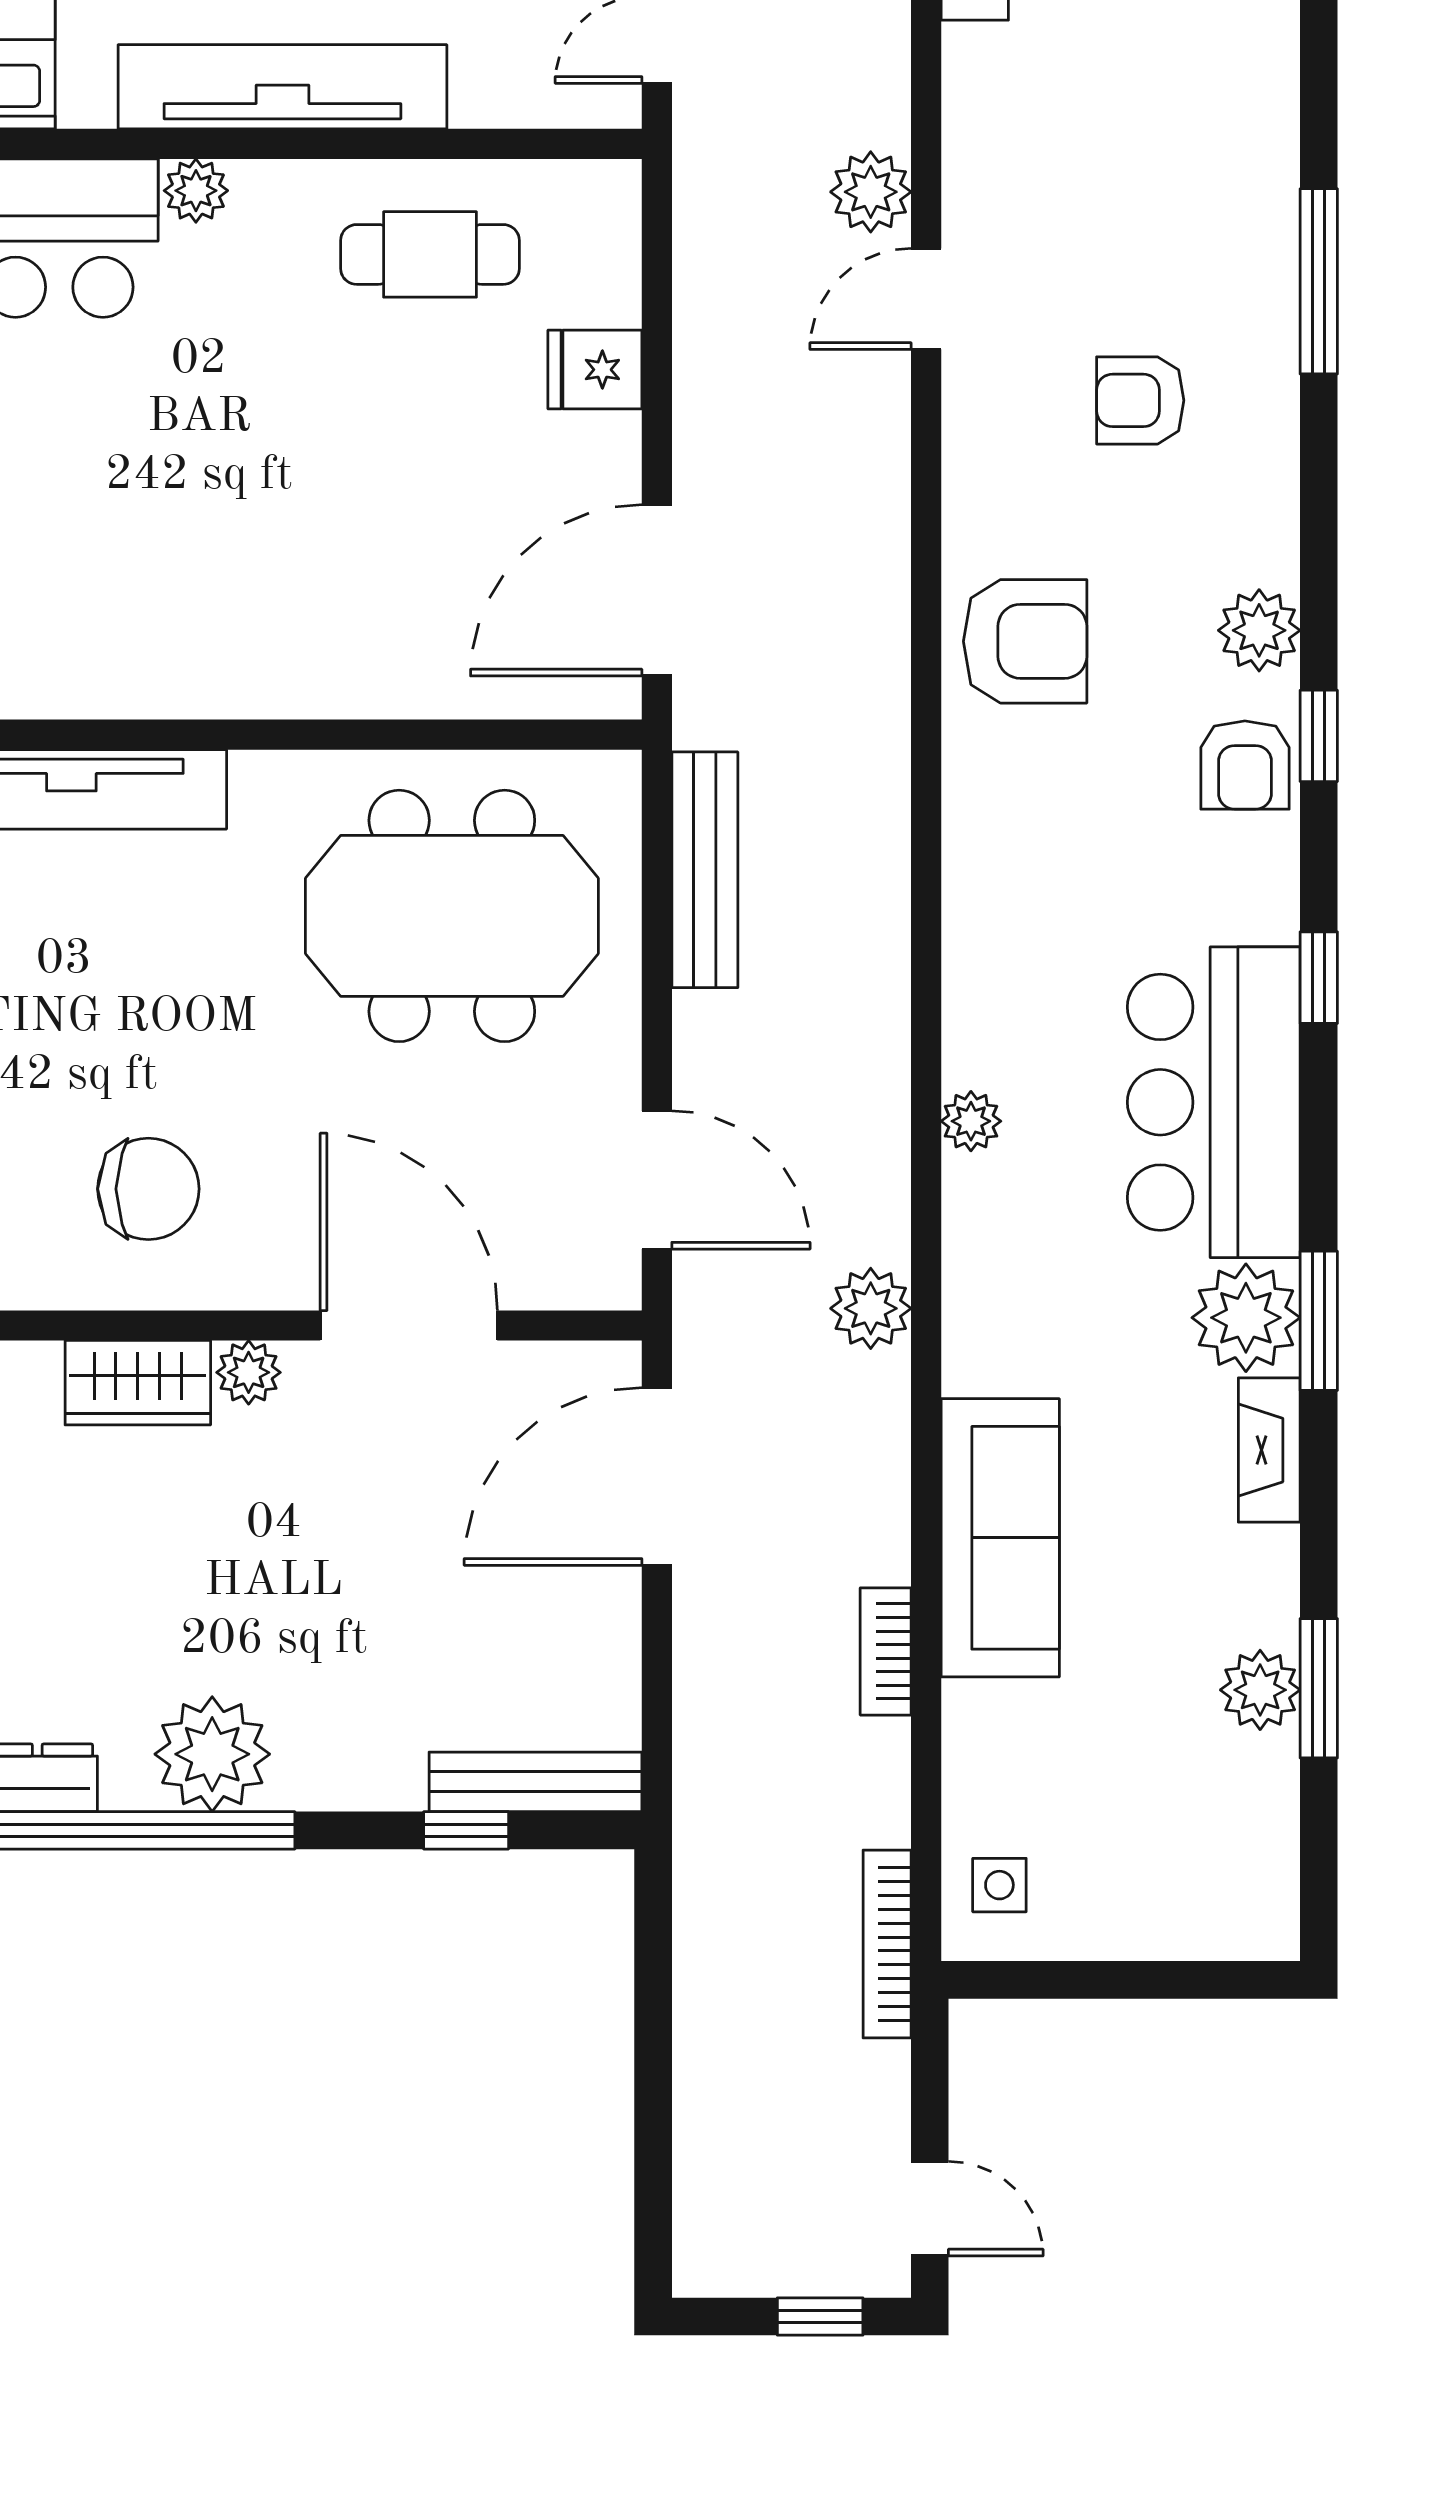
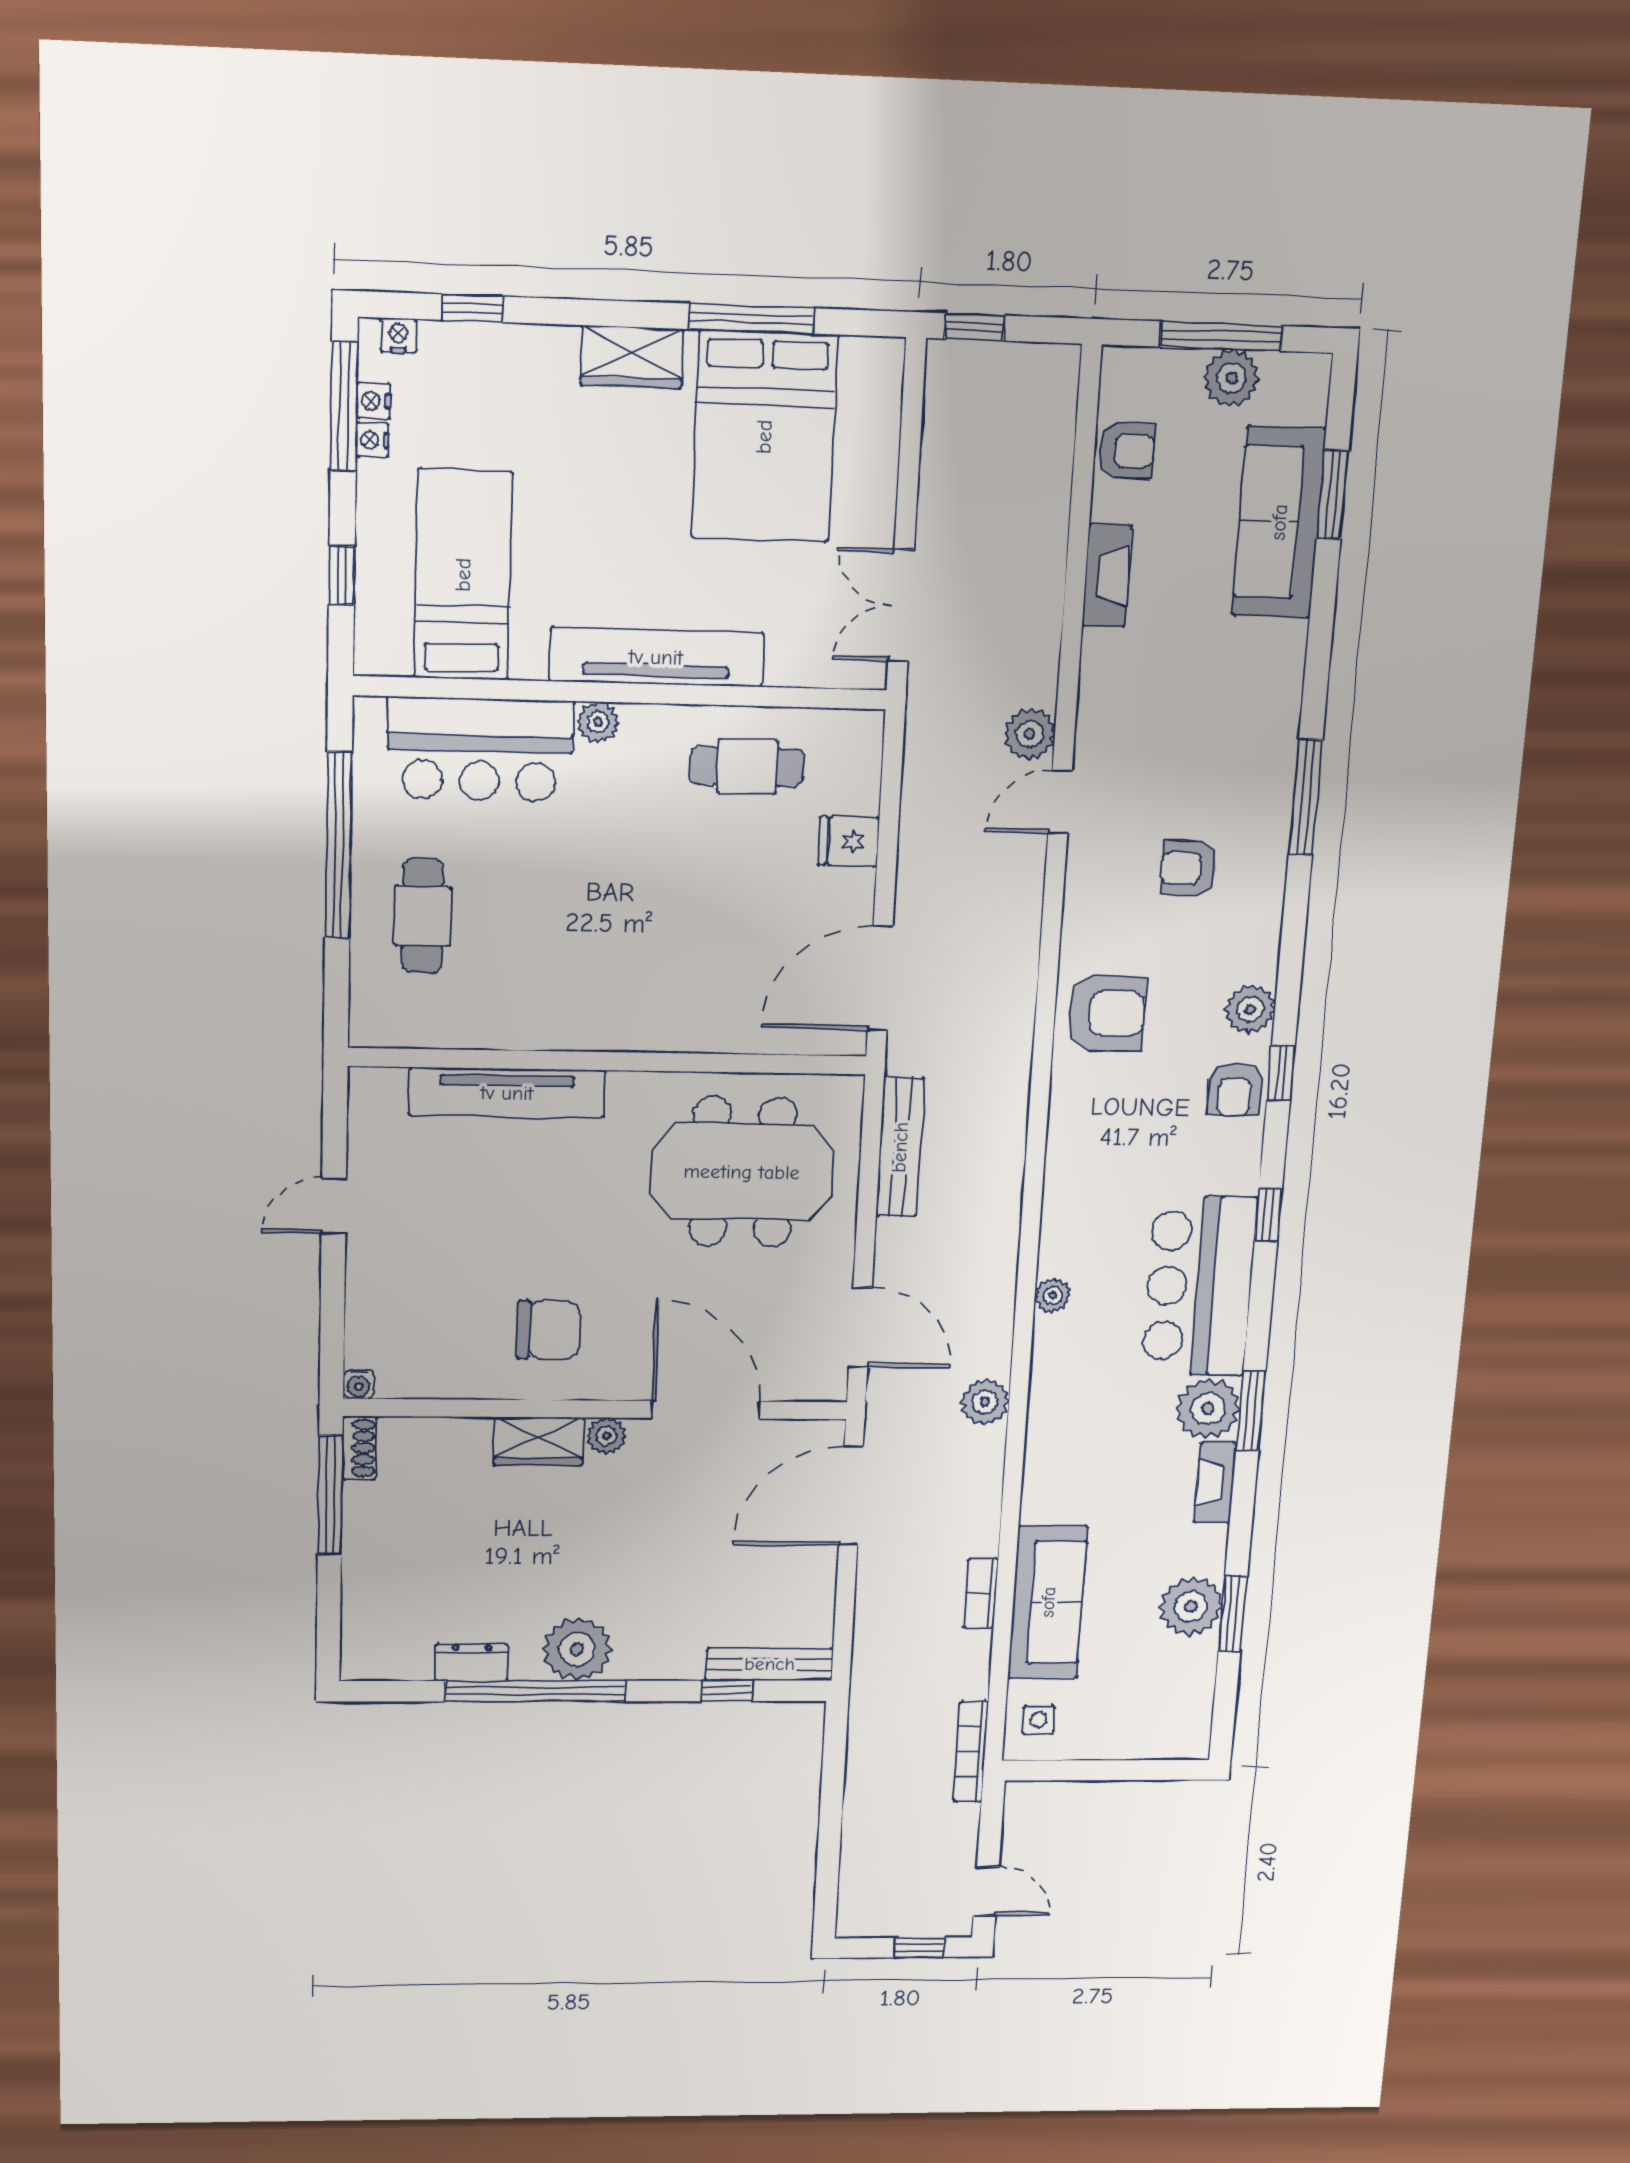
sofa: (1000, 1538) -> (1048, 1602), moved
plant: (1260, 1690) -> (1191, 1607), width x1.36, depth x1.36

